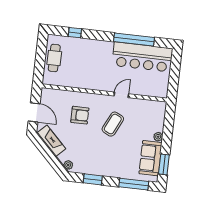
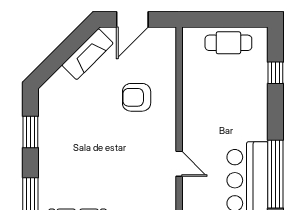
armchair: (80, 115) -> (137, 97), turned 90
coffee table: (113, 124) -> (128, 155), removed
plant: (68, 165) -> (50, 87), removed

